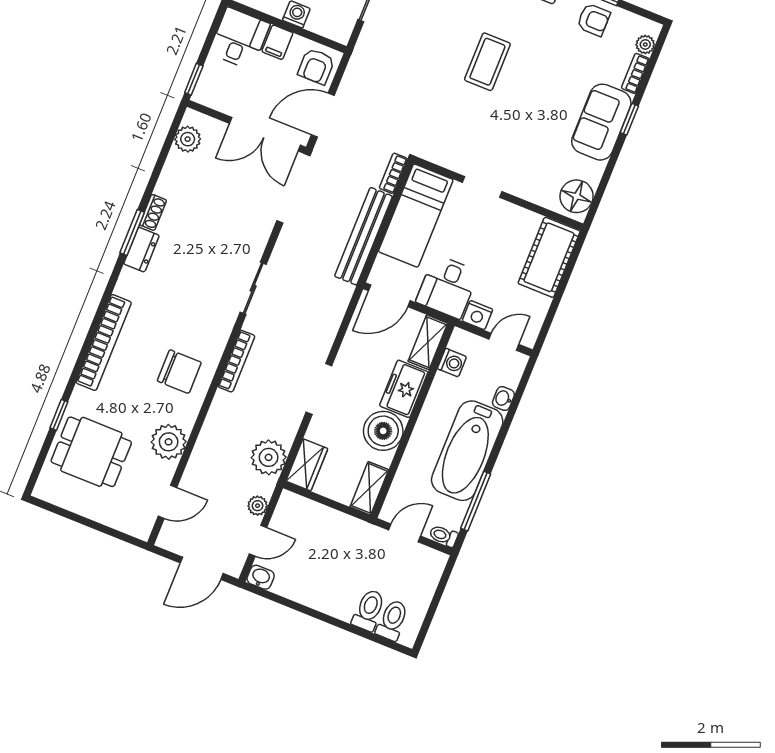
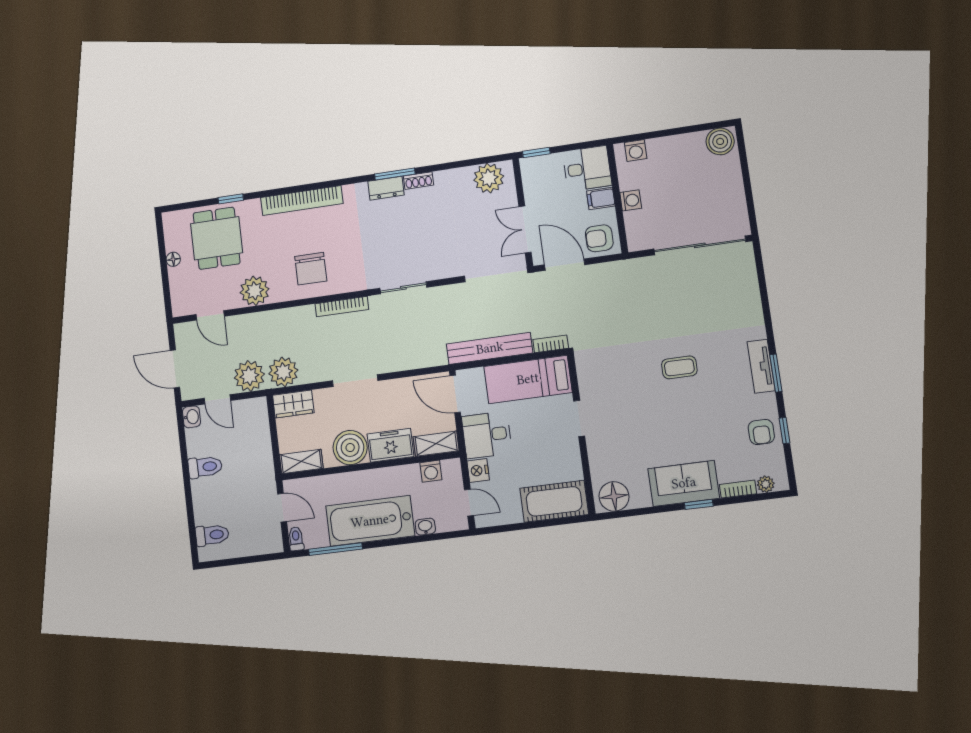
coffee table: (487, 62) -> (679, 367), width x0.73, depth x0.77
double door: (265, 134) -> (525, 229), width x0.73
plant: (188, 139) -> (489, 178), width x1.36, depth x1.36
plant: (258, 506) -> (249, 376), width x1.88, depth x1.88
floor lamp: (87, 509) -> (173, 259), added
toilet: (369, 610) -> (205, 467), moved

